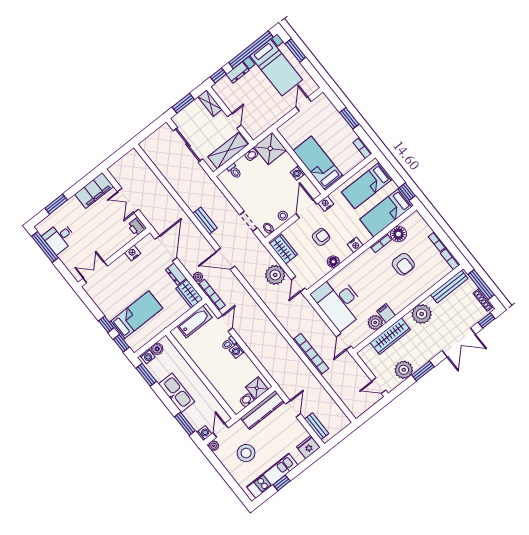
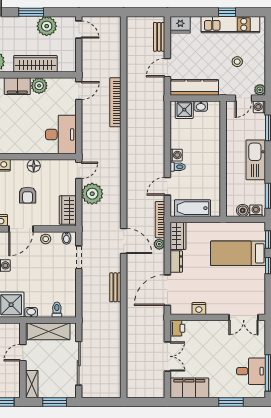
armchair: (321, 237) -> (28, 195), turned -90
desk: (339, 302) -> (61, 135), width x0.73, depth x0.77
filing cabinet: (386, 313) -> (17, 86), width x2.00
stool: (246, 453) -> (237, 62), width x0.53, depth x0.53

